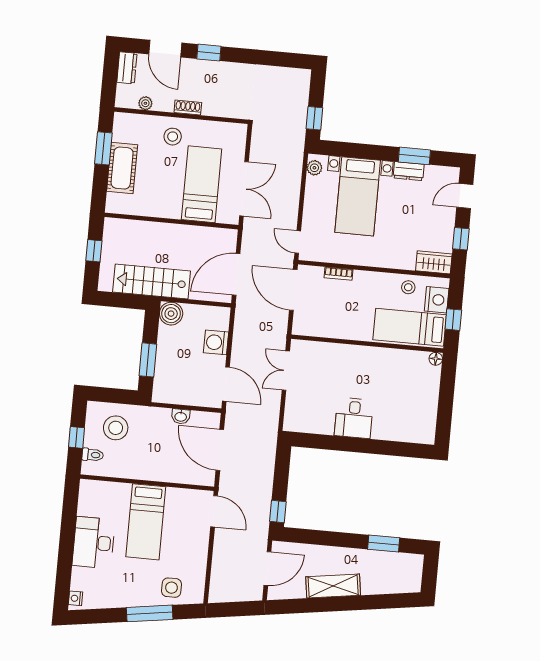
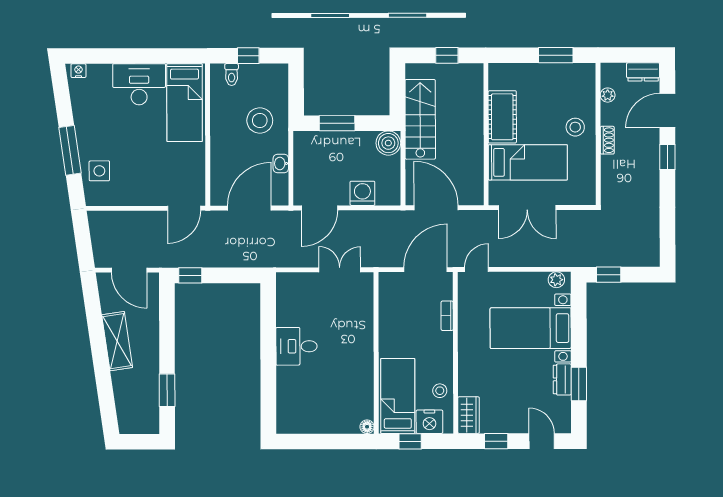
cot: (122, 168) -> (502, 117), moved, turned 90
stool: (116, 428) -> (260, 120), moved
bed: (146, 522) -> (185, 103), moved, turned -90

